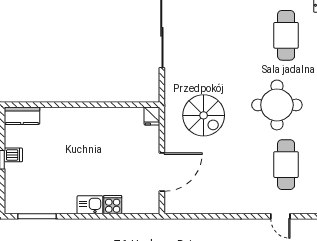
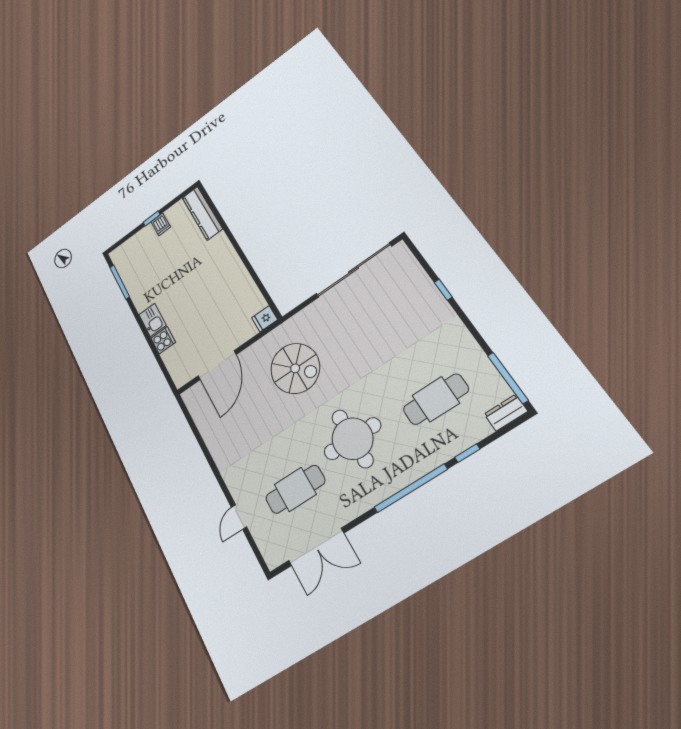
spiral stairs: (204, 115) -> (295, 368), turned -90
kitchen counter: (22, 116) -> (202, 213), width x1.50
door: (162, 172) -> (217, 365), hinge flipped

